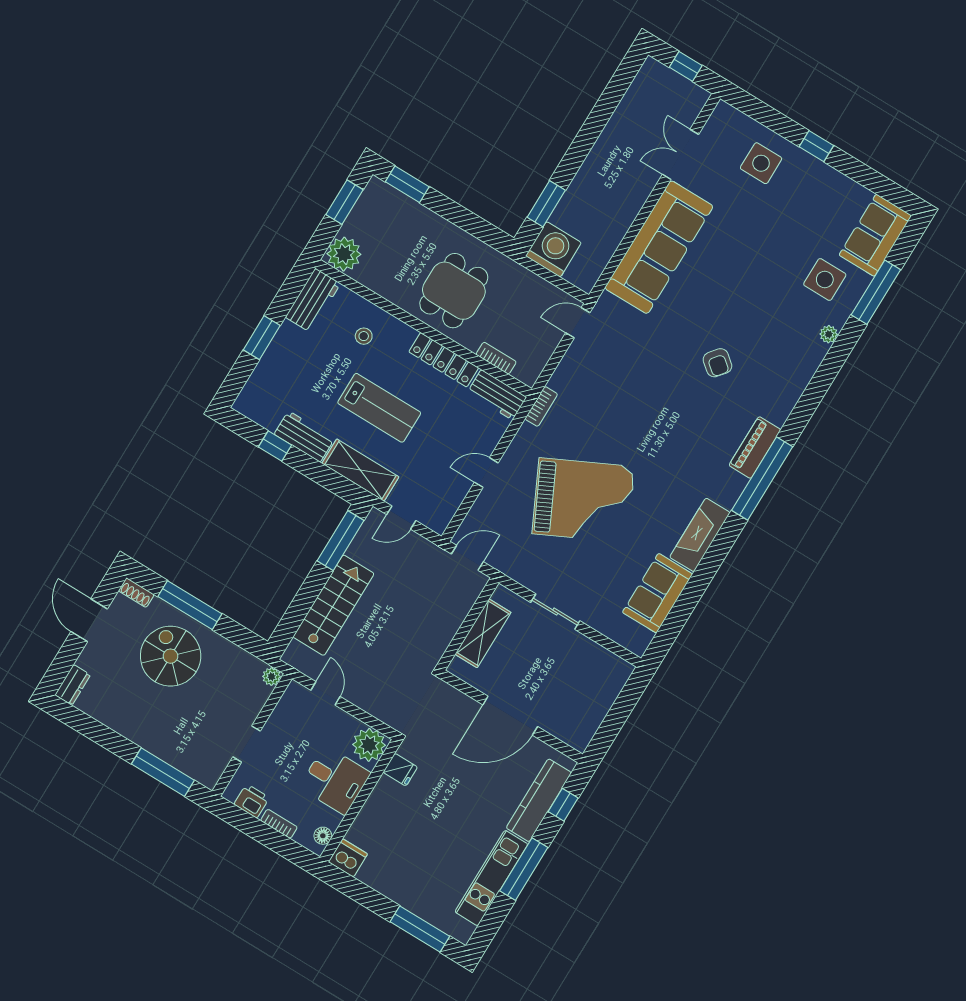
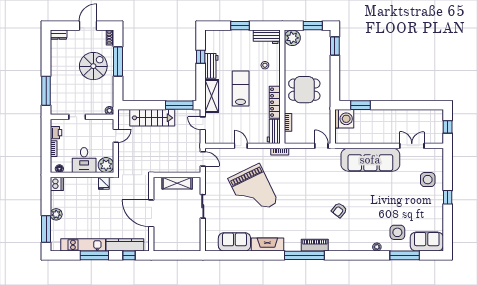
lab bench: (379, 408) -> (241, 88), turned 180
plant: (404, 893) -> (56, 214), added

